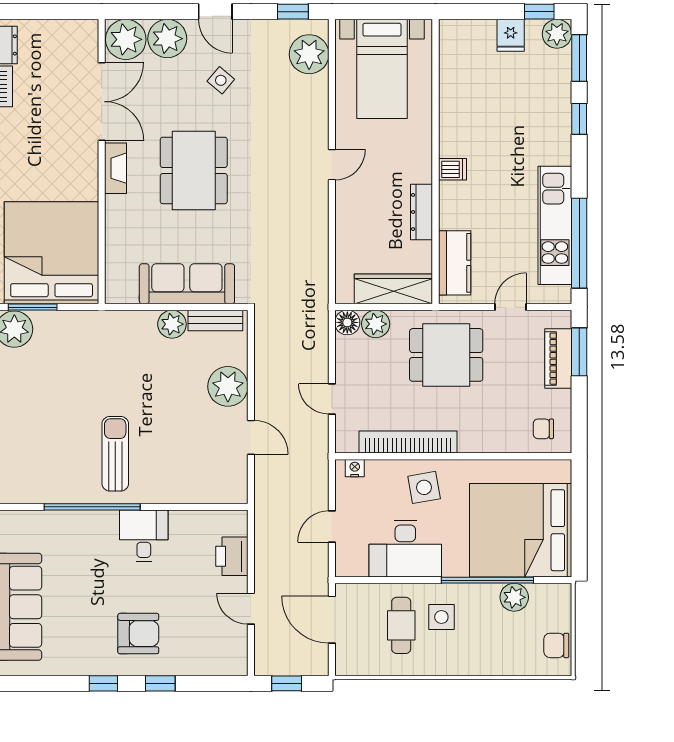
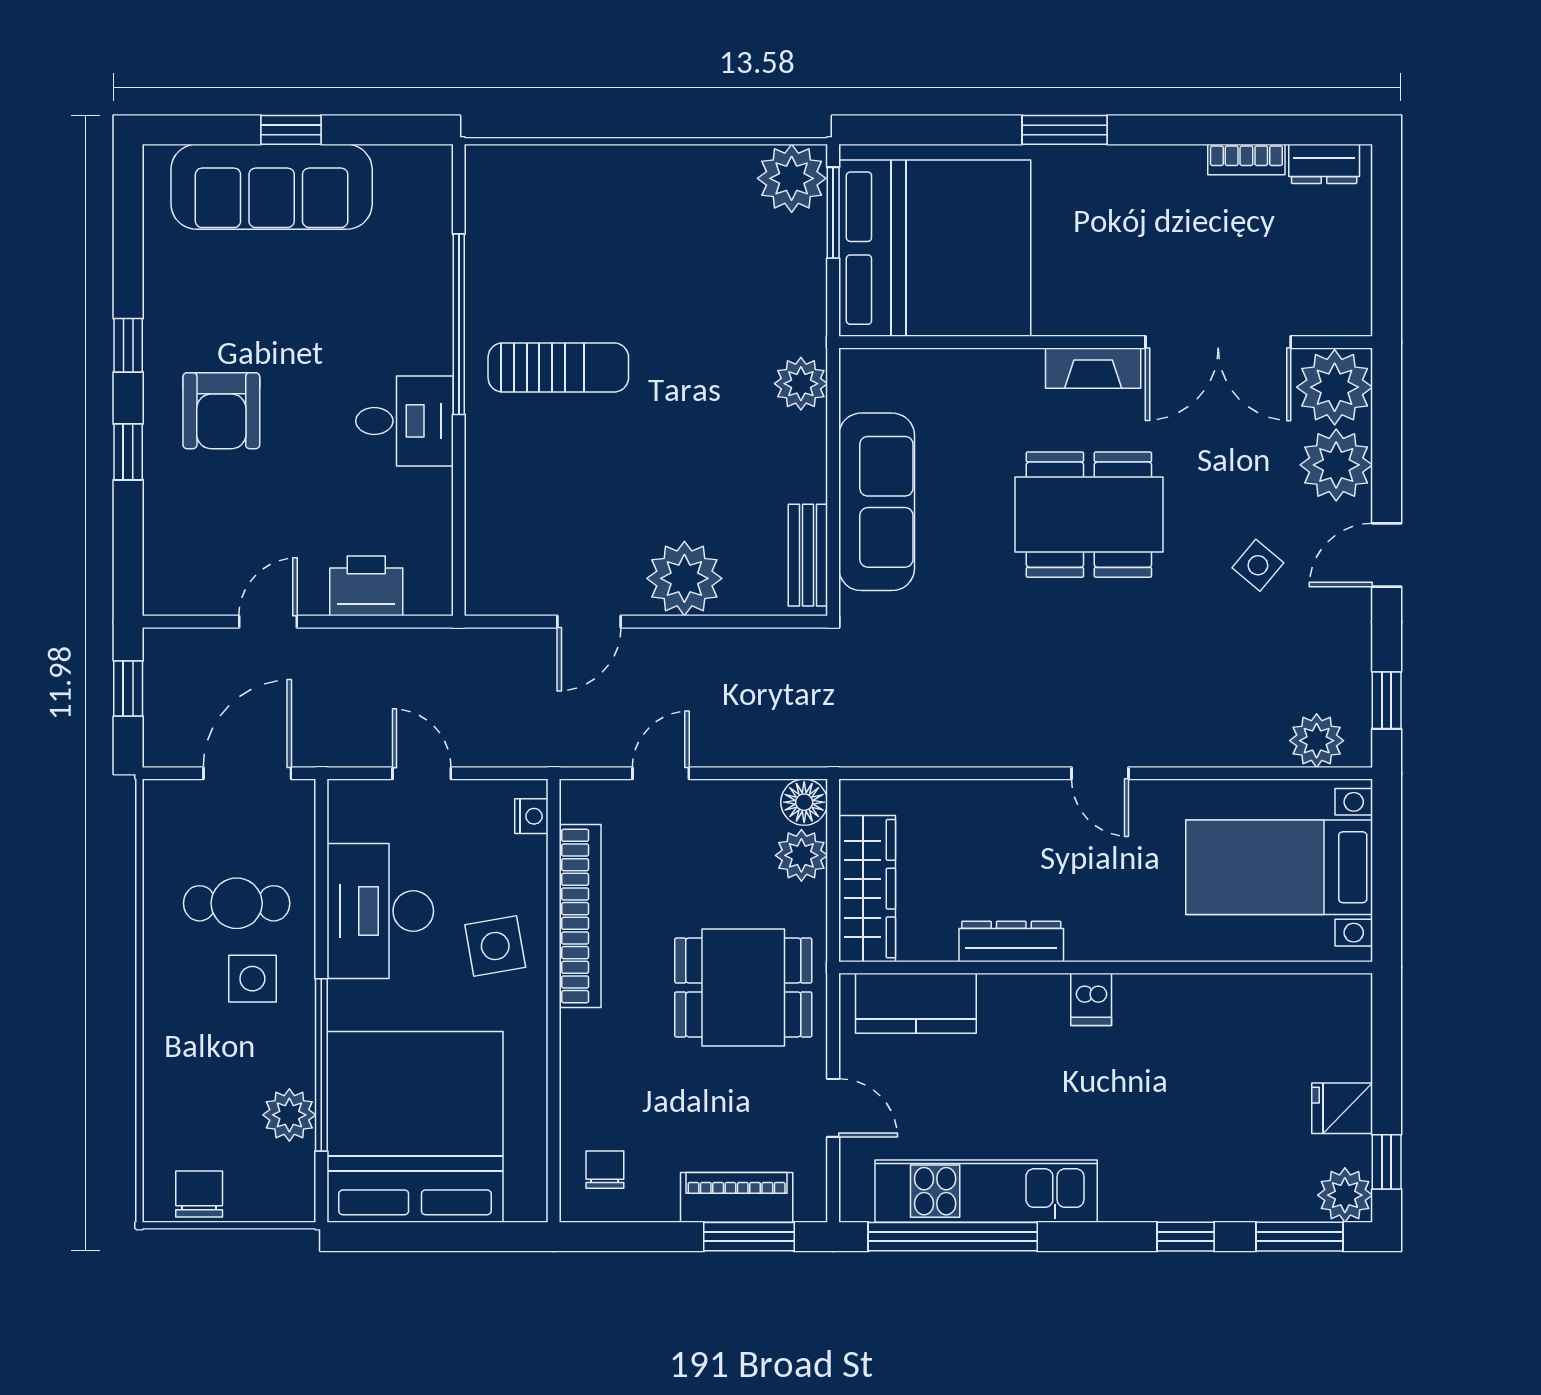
plant: (309, 54) -> (1317, 741), width x0.73, depth x0.73
plant: (172, 324) -> (801, 384), moved
dining table: (446, 355) -> (743, 987), turned 90

